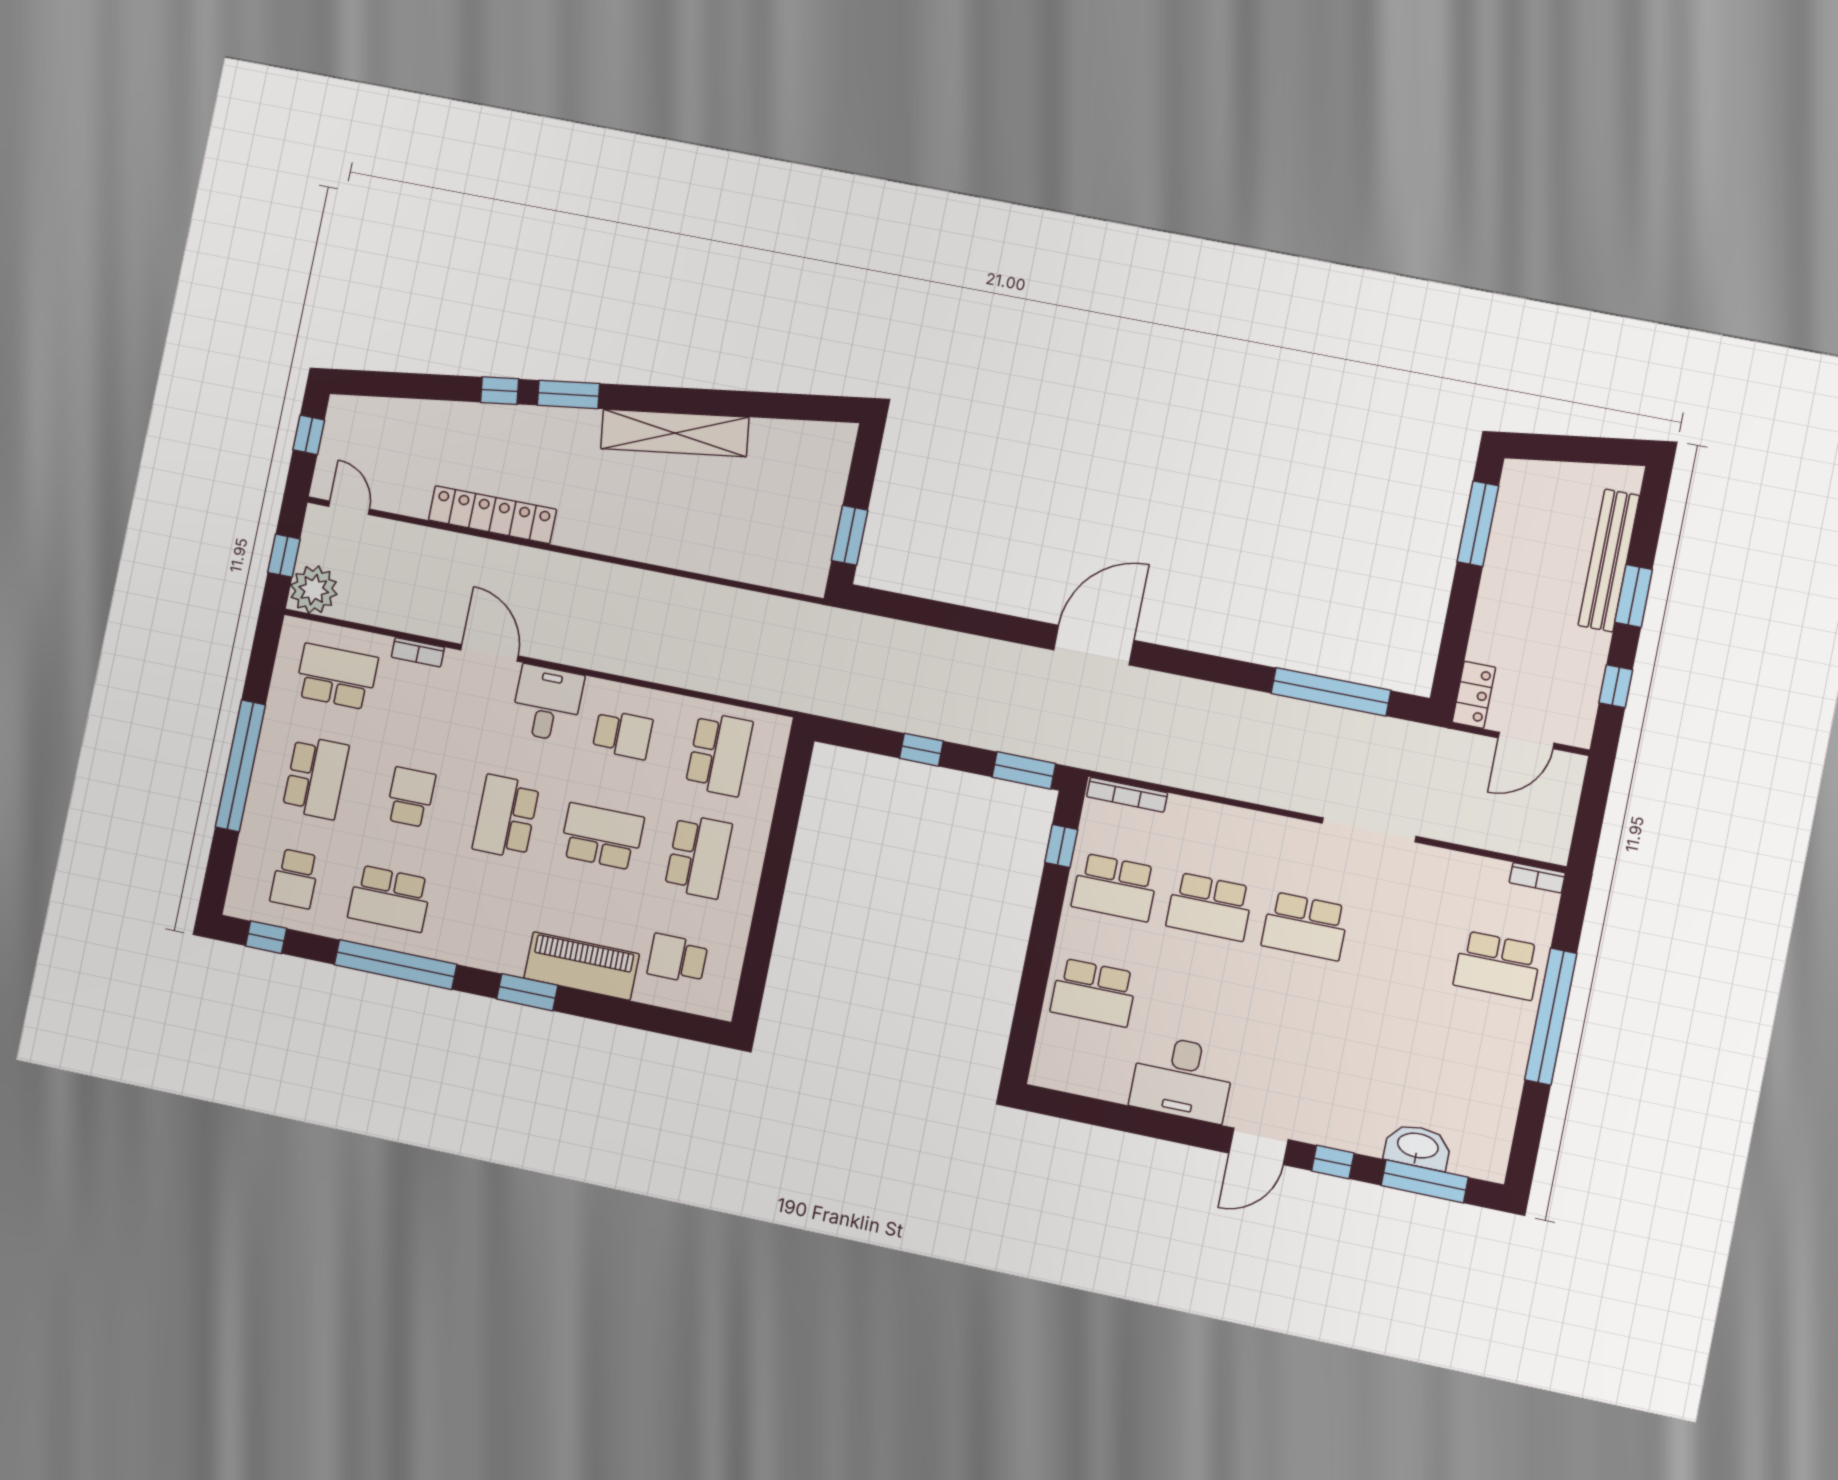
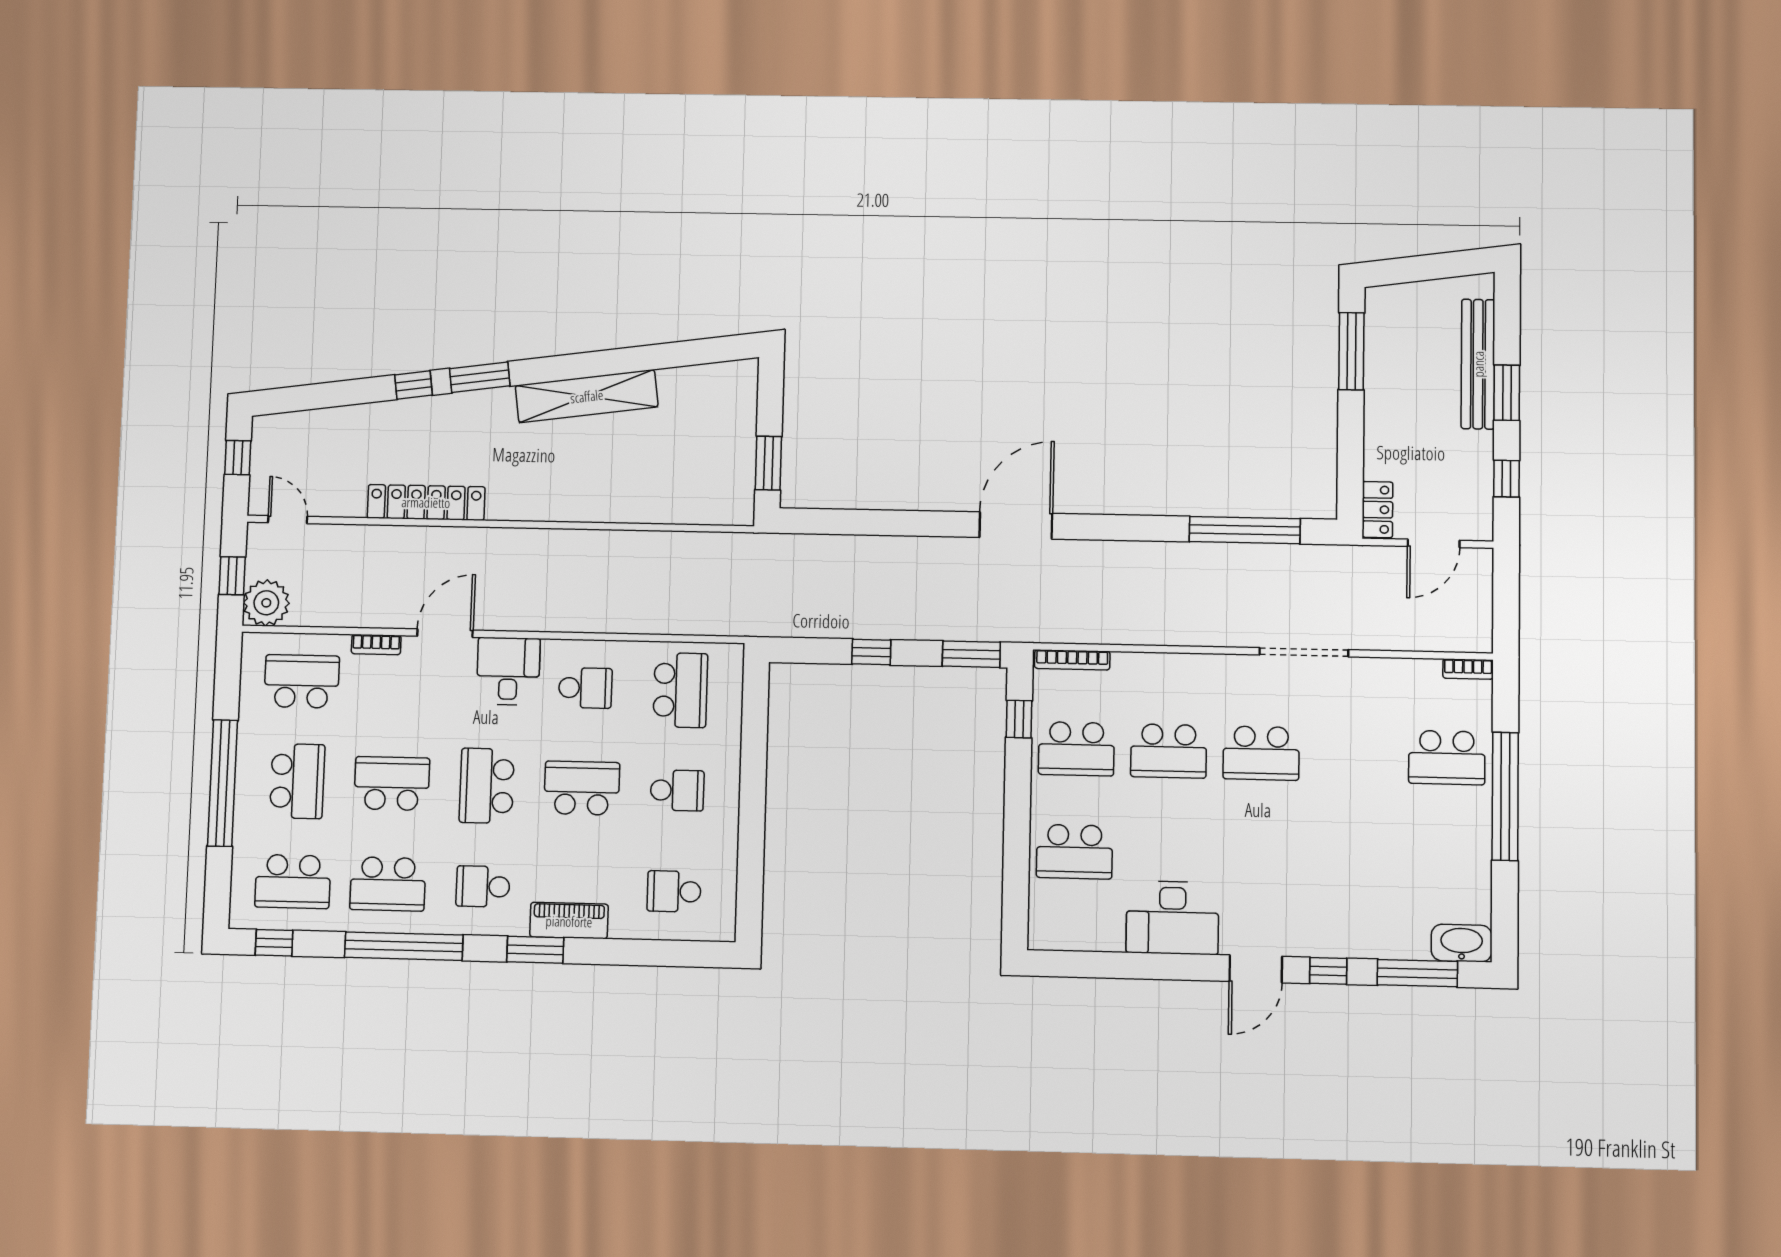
door: (489, 653) -> (445, 633), hinge flipped
school desk: (411, 797) -> (392, 783), width x1.85
school desk: (698, 856) -> (677, 790), width x0.54
school desk: (295, 879) -> (293, 882), width x1.85
school desk: (485, 918) -> (483, 886), added
piano: (582, 966) -> (569, 921), width x0.73, depth x0.75
washbasin: (1418, 1147) -> (1462, 943), moved

